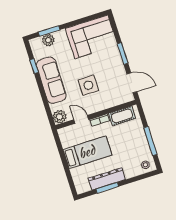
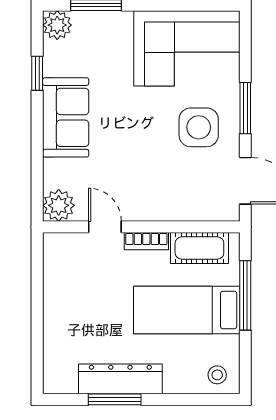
plant: (48, 40) -> (57, 25), moved
sofa: (51, 80) -> (66, 117), width x0.73
side table: (88, 85) -> (199, 127), moved
window: (150, 141) -> (245, 295), moved
bed: (87, 152) -> (187, 310), moved, turned 180

